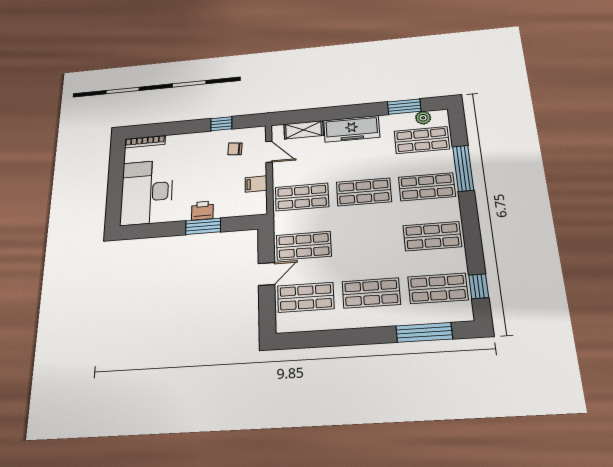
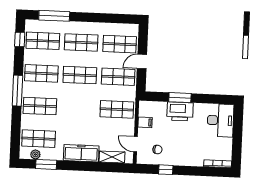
window: (463, 168) -> (17, 91), moved
desk: (147, 192) -> (220, 120), width x0.73, depth x0.77
shop shelf: (364, 192) -> (80, 75), moved
printer: (202, 210) -> (180, 111), width x1.87, depth x1.48

